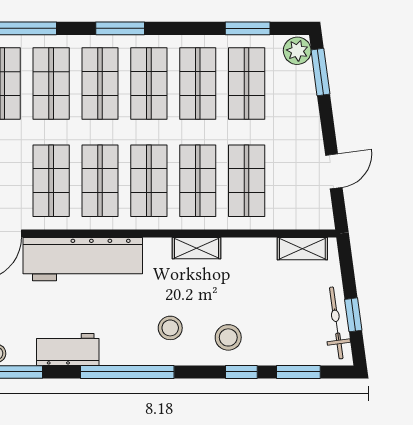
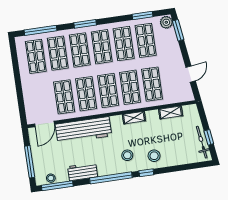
shelving: (302, 249) -> (171, 112), moved
window: (241, 372) -> (146, 173), moved
window: (298, 372) -> (188, 167), removed

